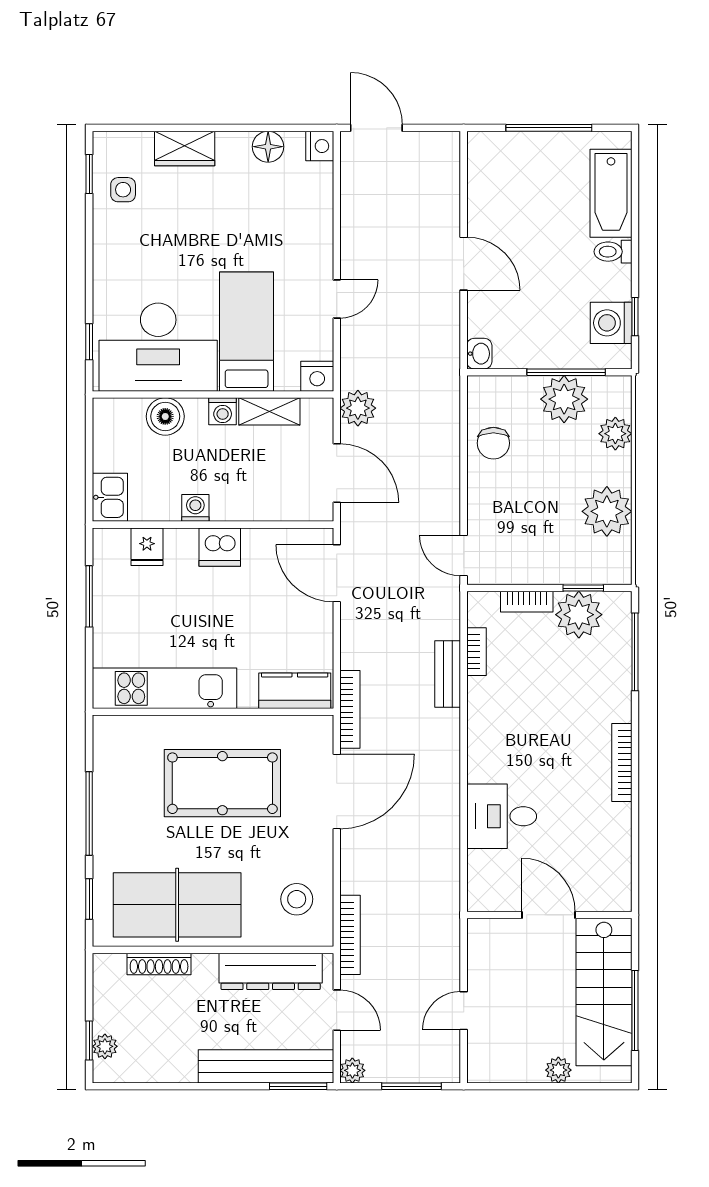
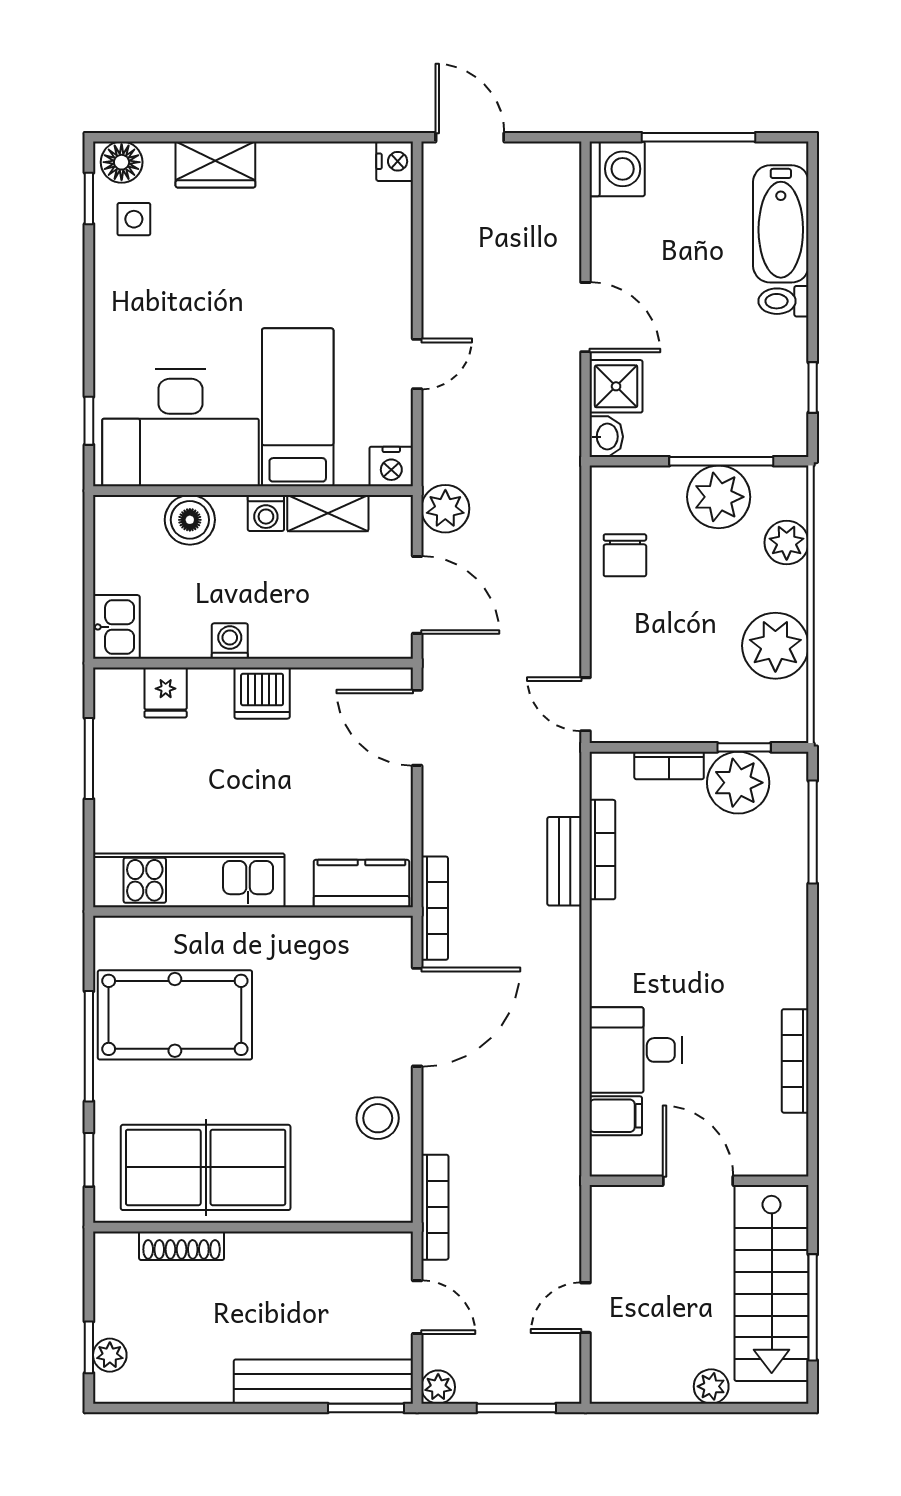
floor lamp: (268, 147) -> (122, 162), moved
shower: (487, 316) -> (616, 386), added
washing machine: (611, 323) -> (617, 169), moved, turned 180
bookcase: (476, 652) -> (602, 850), width x1.56
bookcase: (622, 762) -> (795, 1061), moved
pool table: (222, 783) -> (175, 1015), moved
filing cabinet: (486, 866) -> (616, 1116), added
stool: (297, 899) -> (378, 1118), moved
dresser: (271, 971) -> (330, 1256), removed

